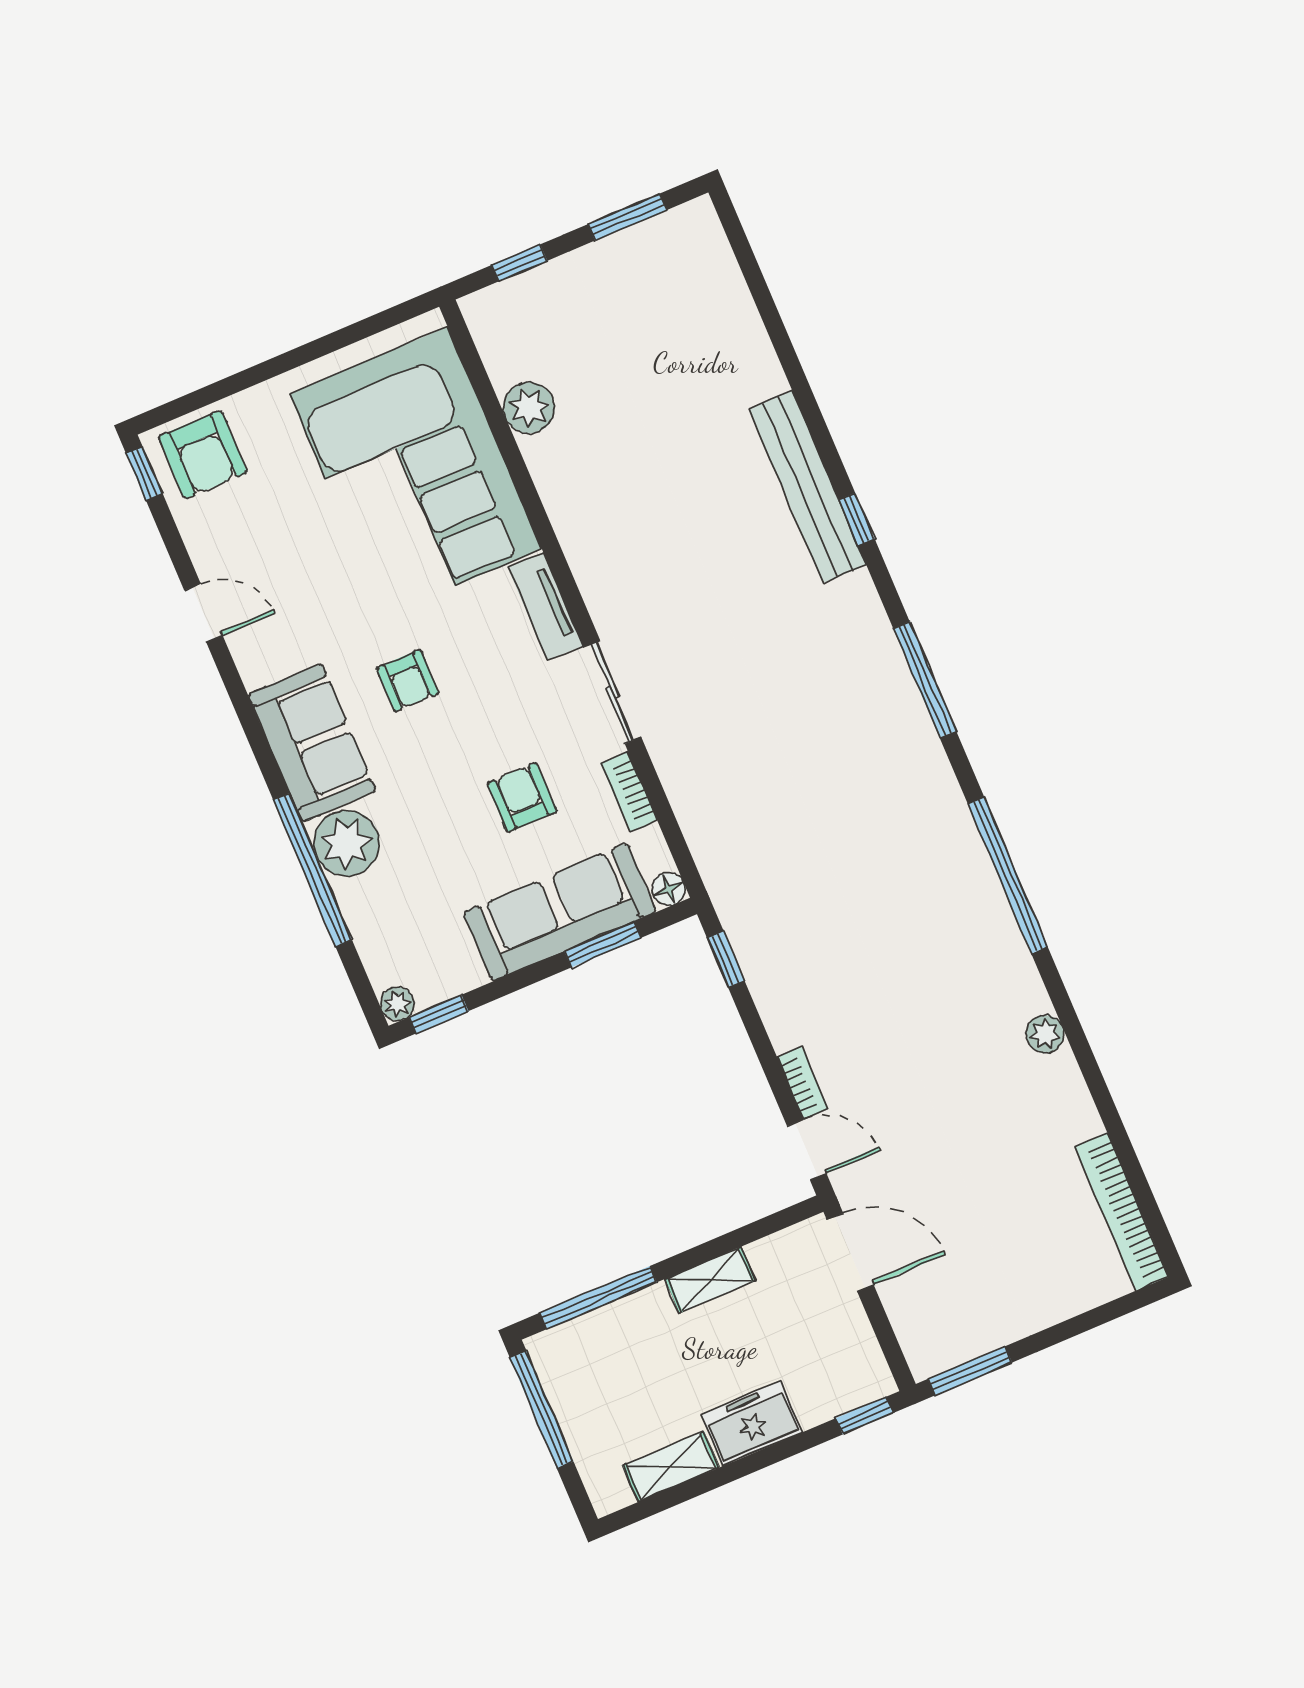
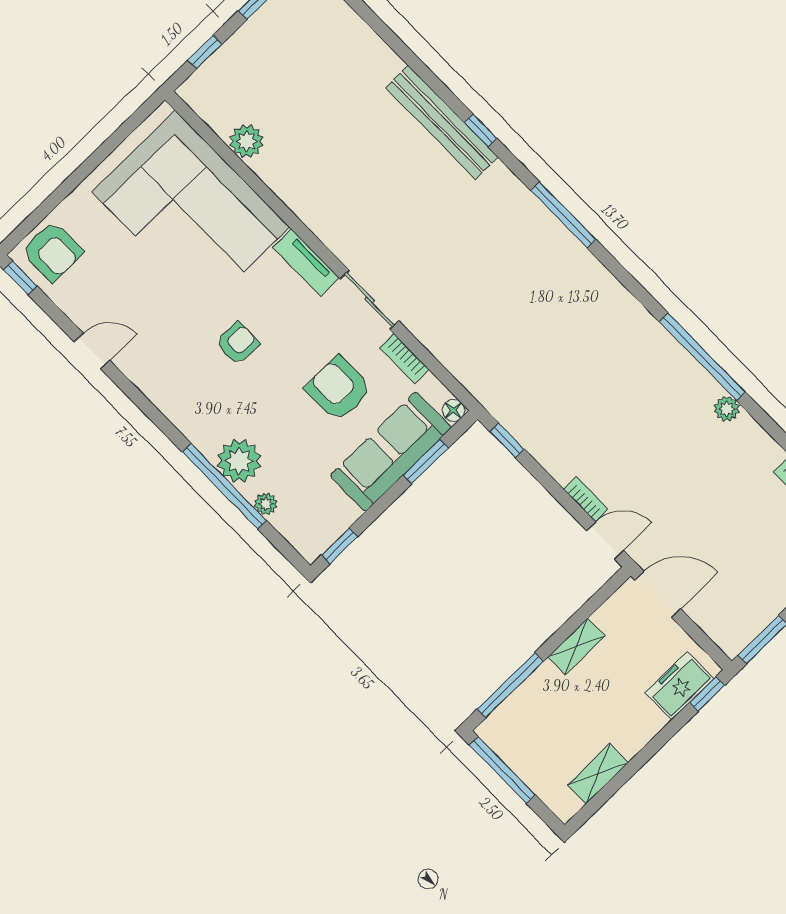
armchair: (408, 680) -> (237, 343), turned -89
sofa: (312, 743) -> (192, 406), removed
armchair: (522, 797) -> (338, 389), width x1.38, depth x1.38
window: (1008, 875) -> (702, 357), moved
plant: (397, 1004) -> (266, 504), moved
freezer: (752, 1423) -> (679, 686), moved

